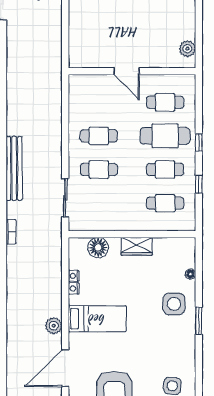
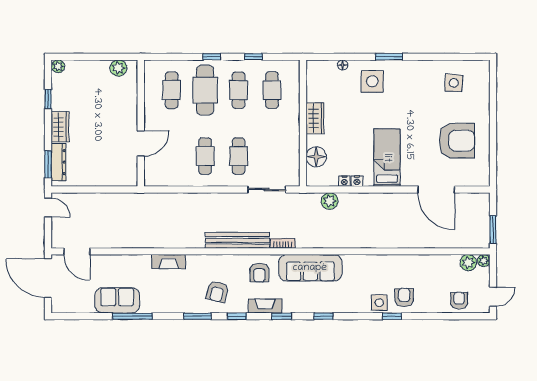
door: (127, 71) -> (141, 143), moved
bookcase: (11, 232) -> (283, 243), moved
plant: (54, 326) -> (330, 201), moved

